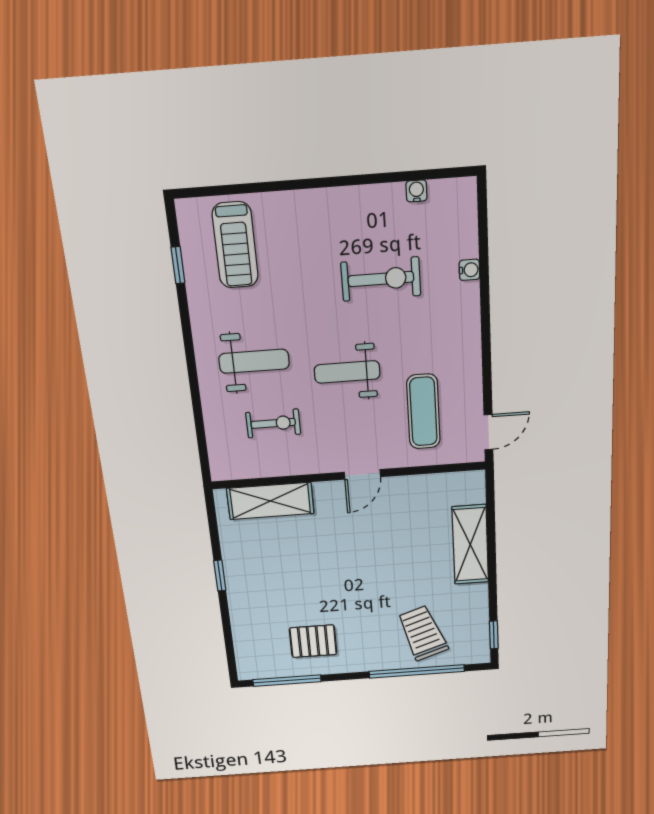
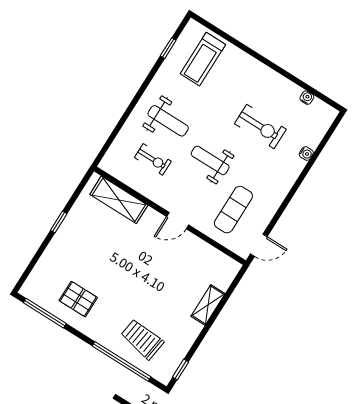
shelving: (470, 545) -> (208, 305), width x0.67, depth x0.75
trolley: (423, 633) -> (142, 339), turned -63

